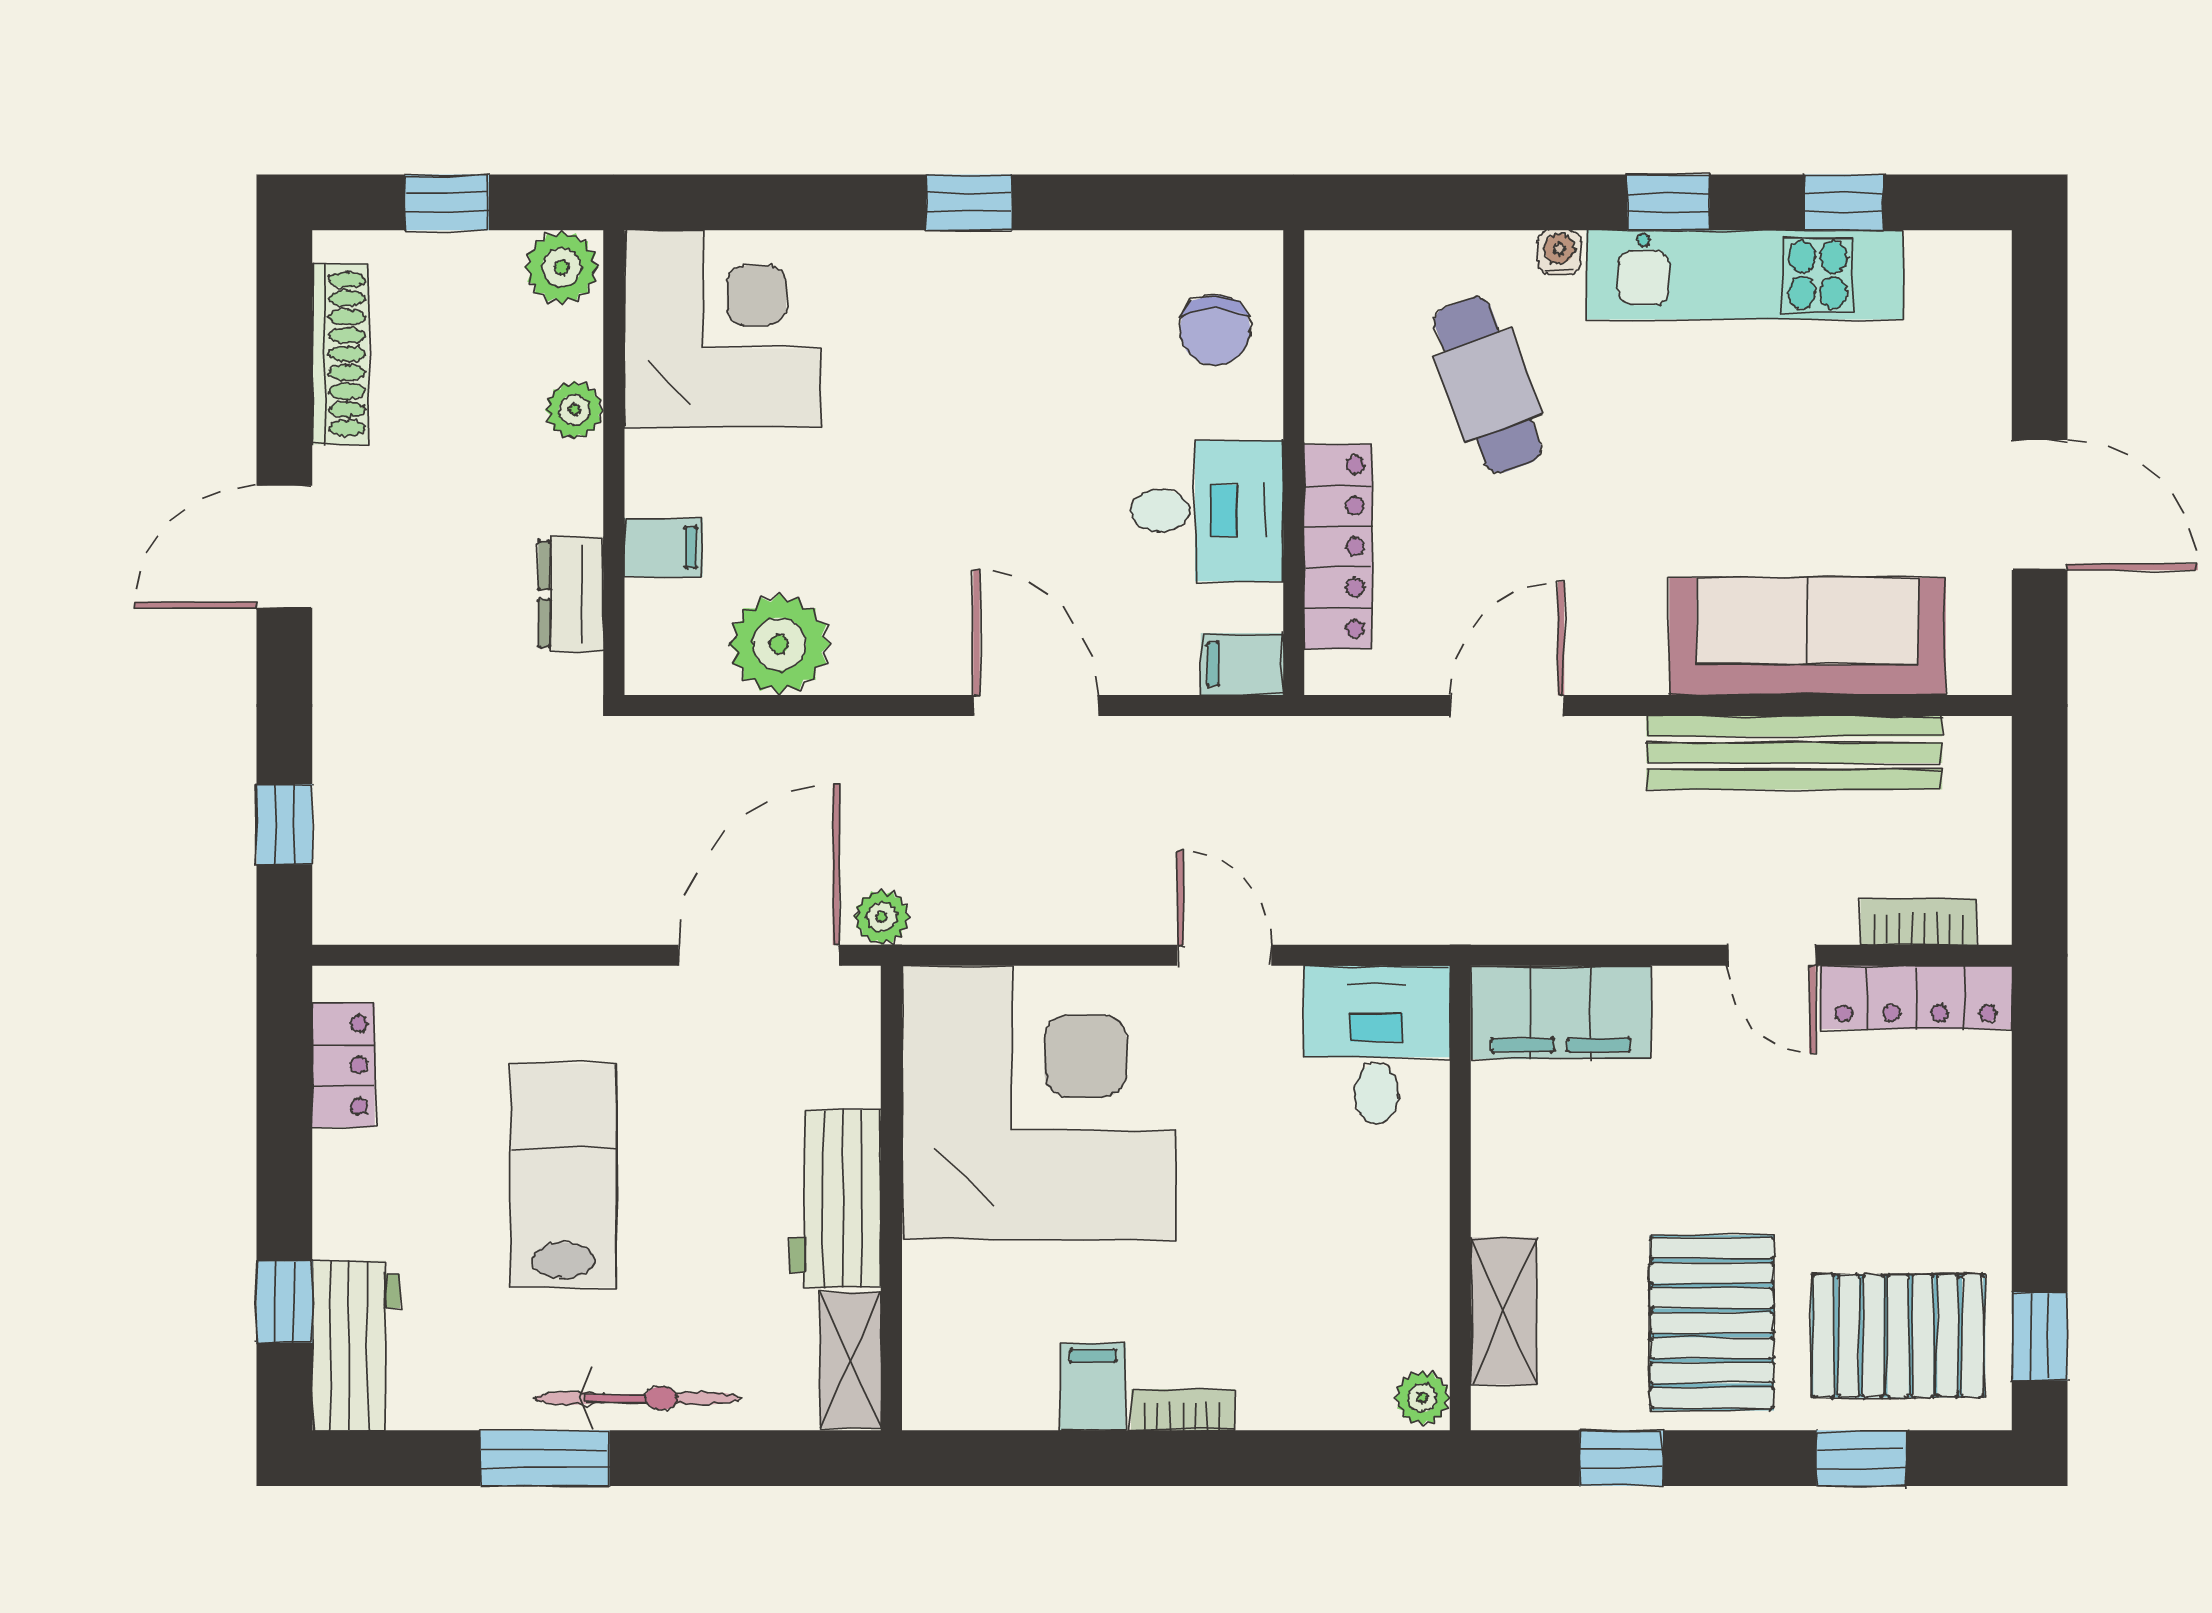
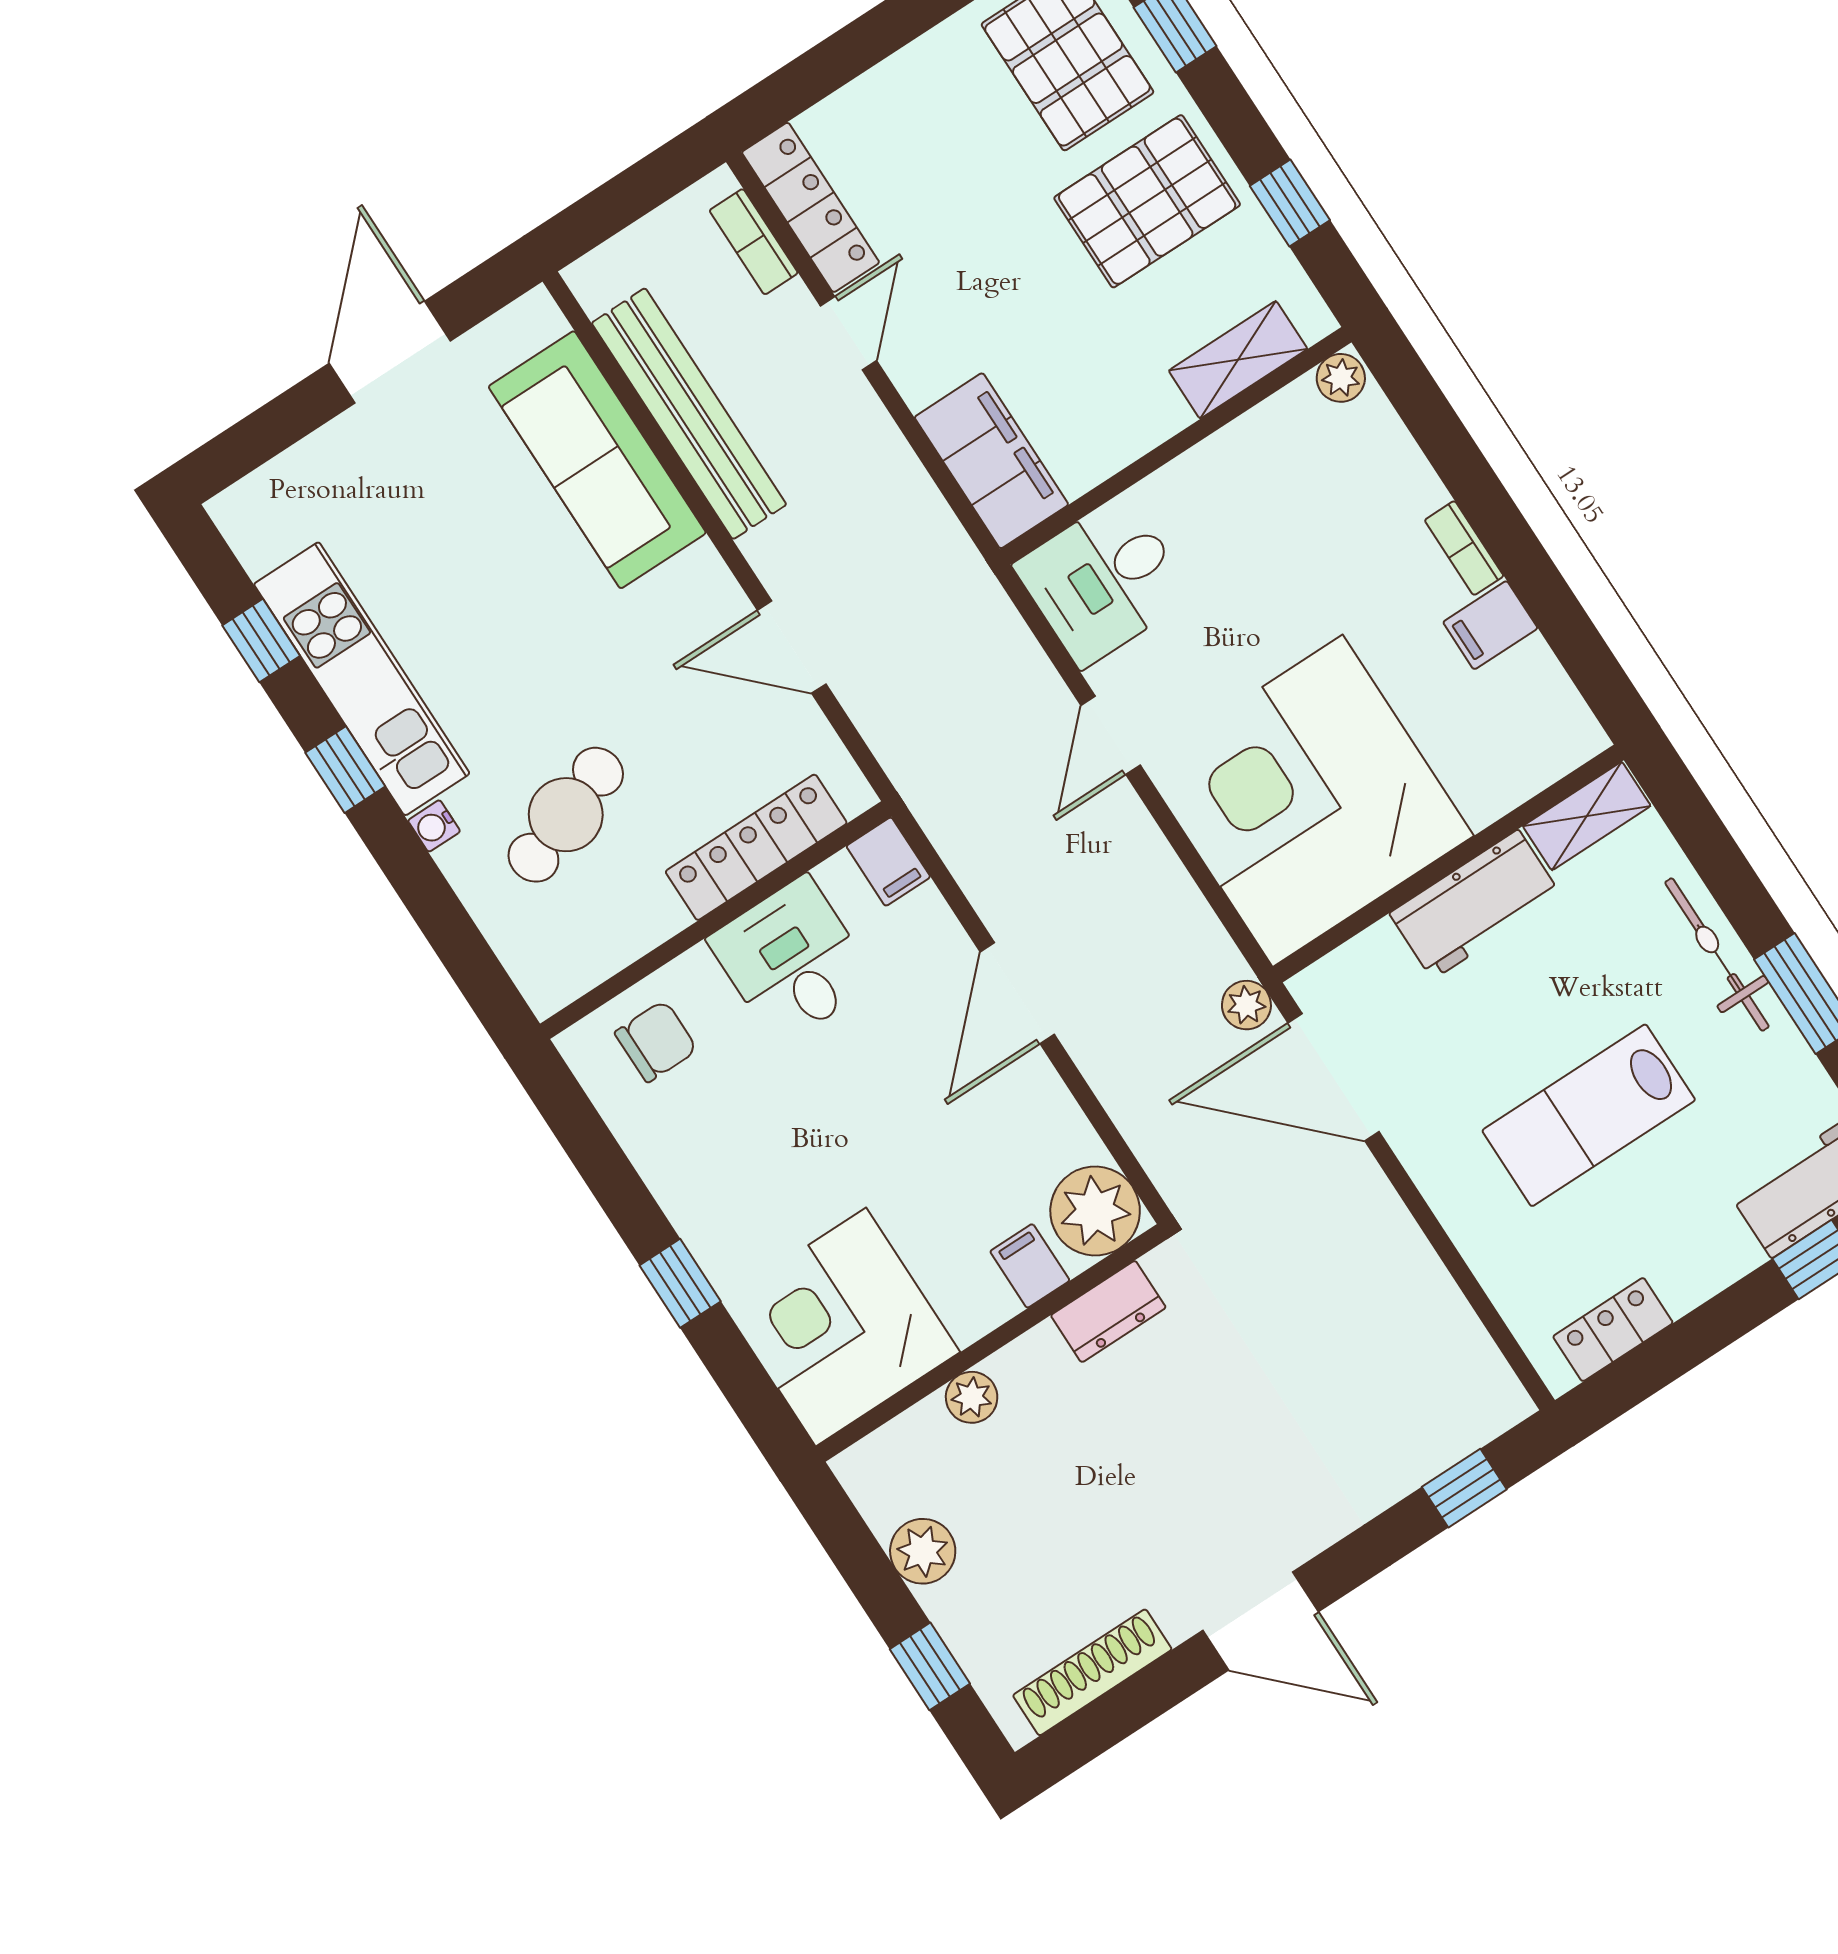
corner desk: (723, 329) -> (841, 1327), moved
plant: (574, 410) -> (972, 1397), moved
wall: (614, 463) -> (991, 1343), moved
filing cabinet: (663, 548) -> (1030, 1266), moved
dresser: (571, 594) -> (1108, 1312), moved

